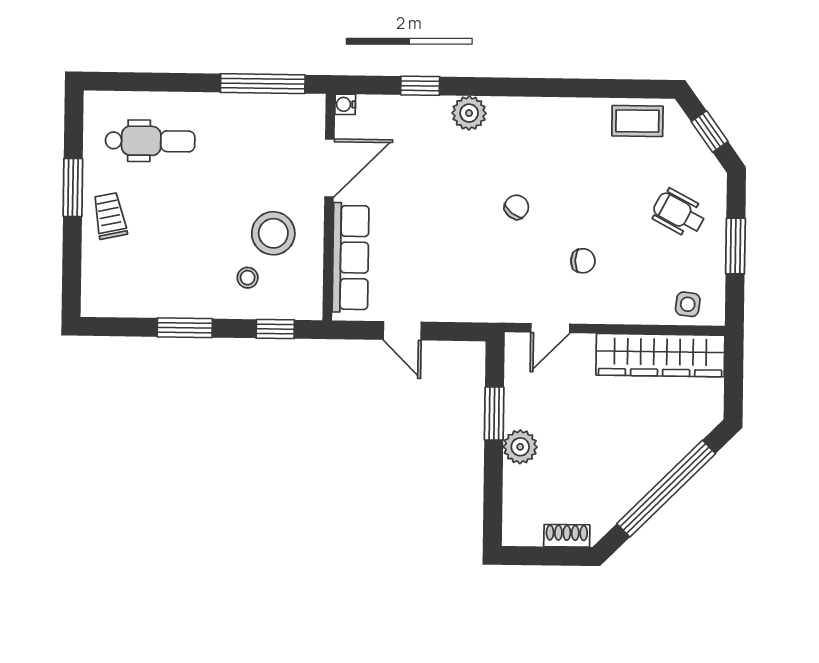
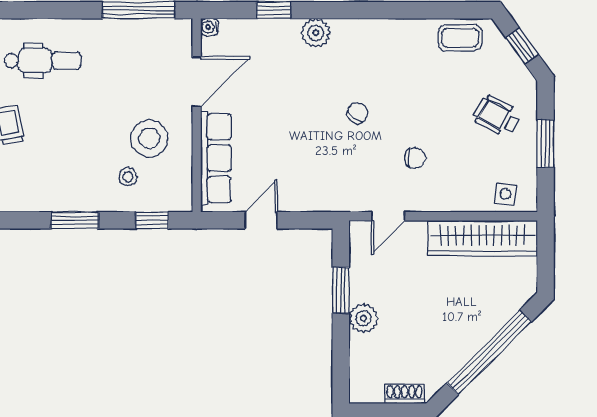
door: (402, 331) -> (261, 220), swing flipped

